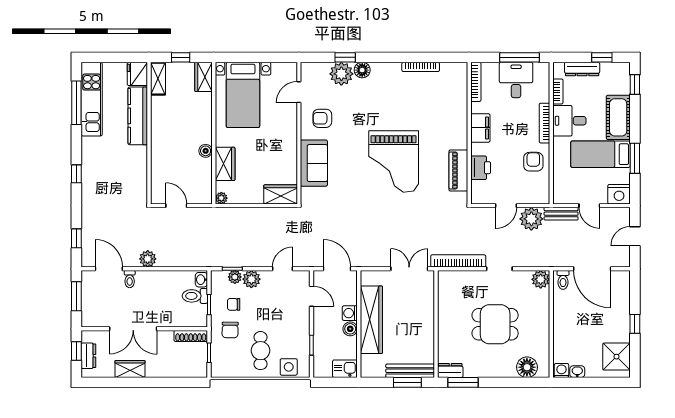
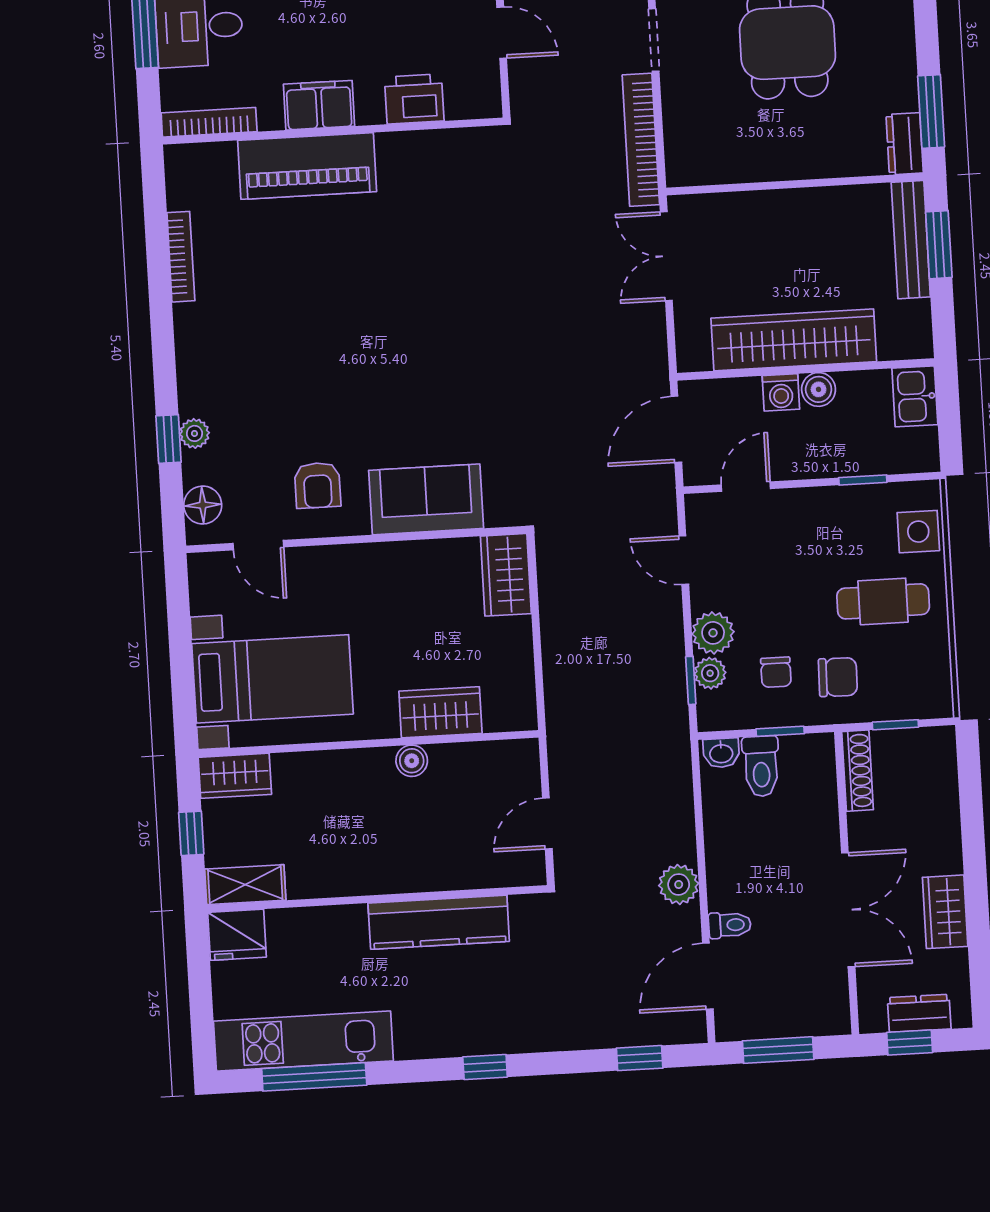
floor lamp: (362, 70) -> (203, 505), moved
plant: (341, 74) -> (194, 433), width x0.53, depth x0.53
kitchen counter: (138, 116) -> (439, 922), moved
grand piano: (394, 162) -> (411, 308), removed
piano: (458, 171) -> (307, 166), moved, width x1.37, depth x1.33
plant: (221, 198) -> (523, 716), removed

